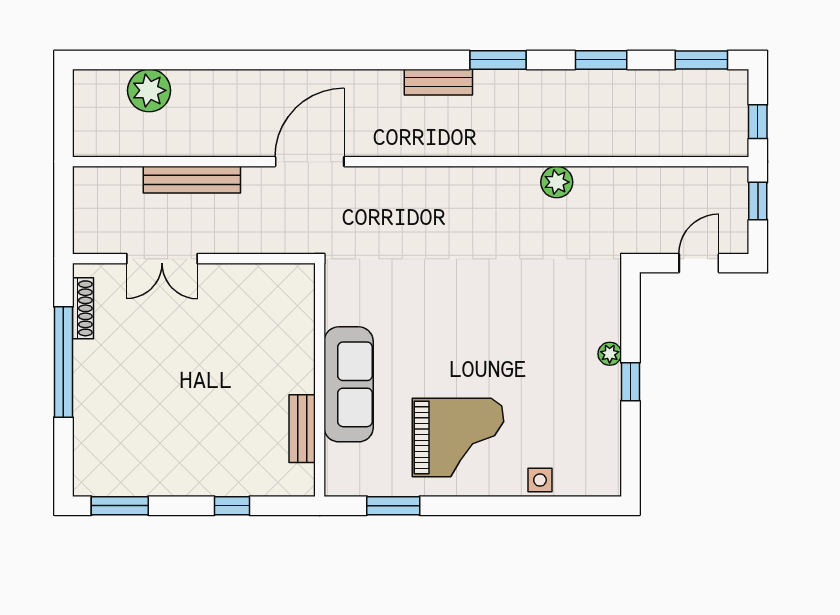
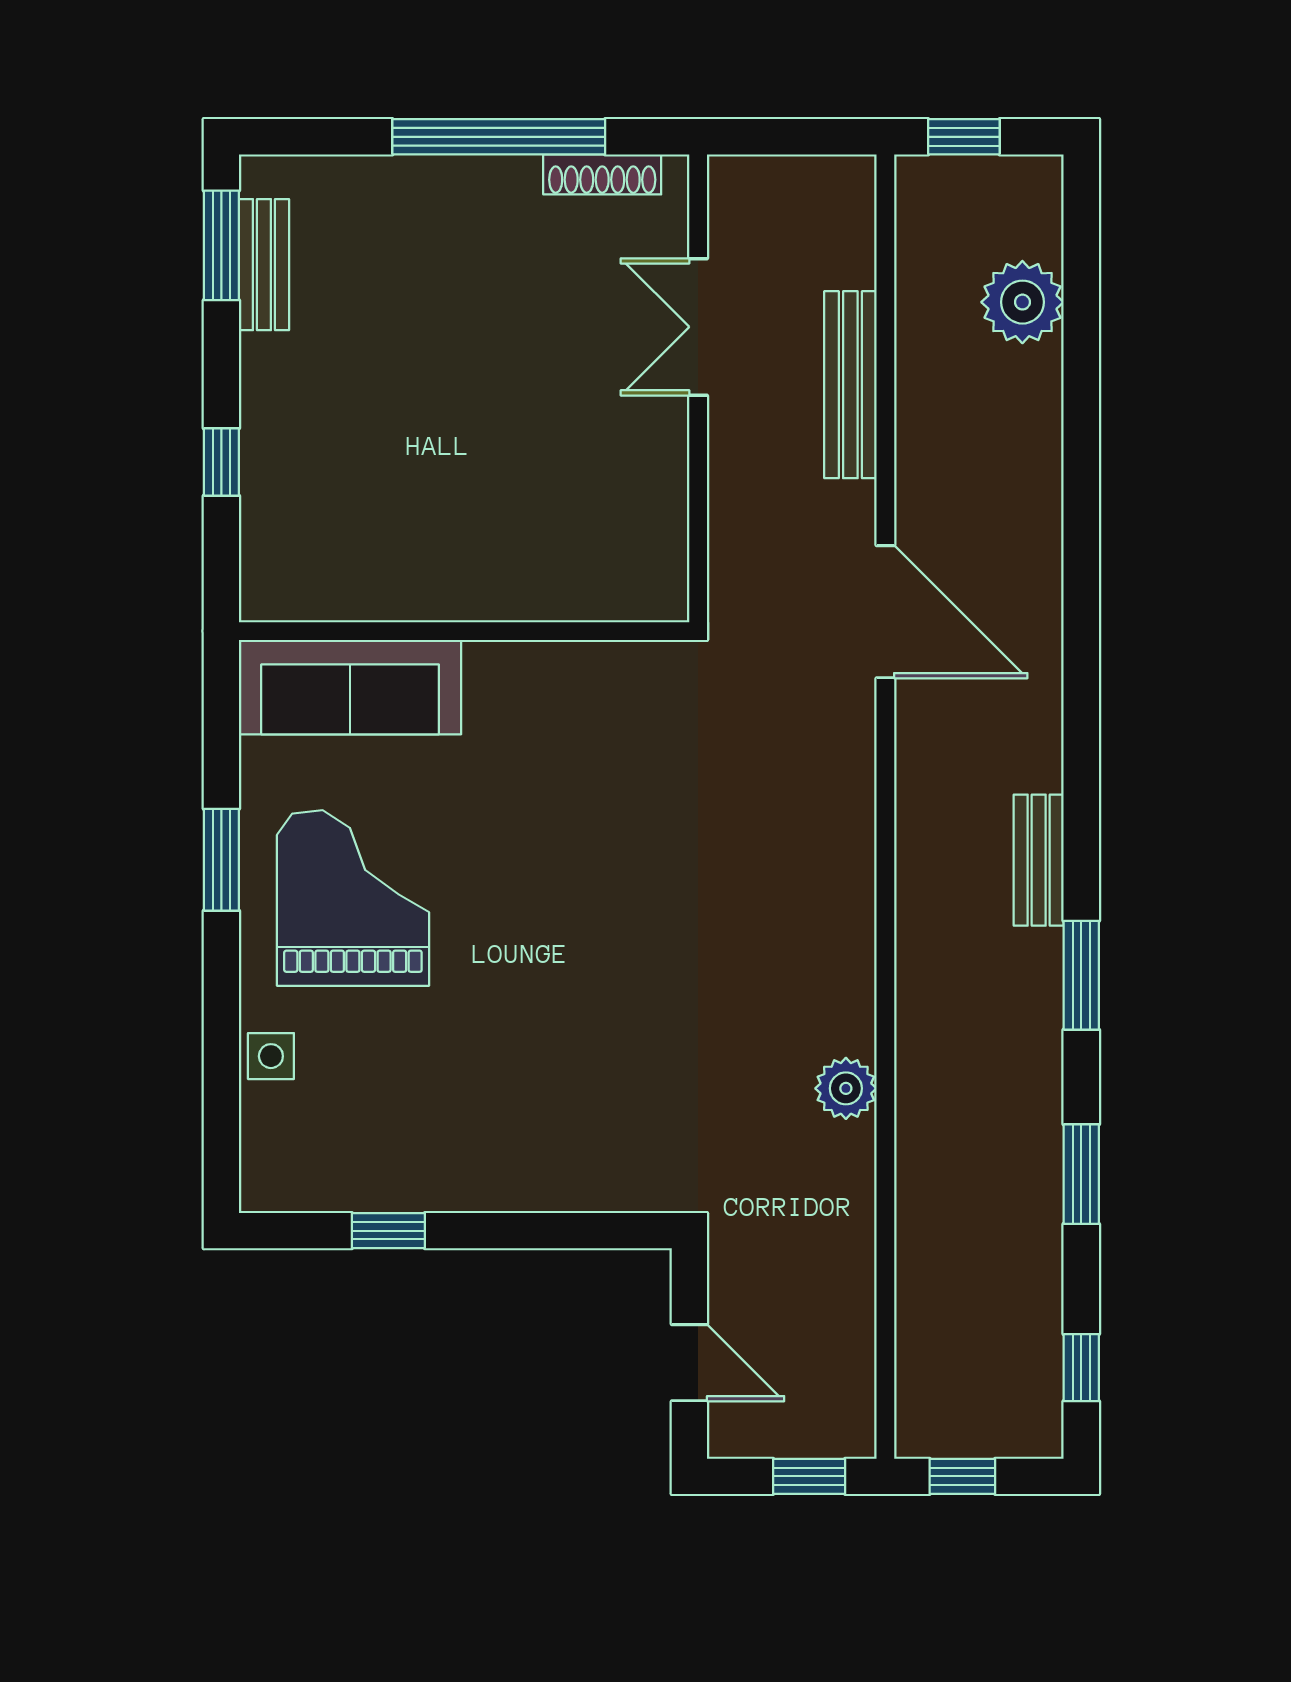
window: (701, 60) -> (1081, 1368), width x0.67
window: (63, 121) -> (964, 137), added
plant: (610, 354) -> (514, 1191), removed
window: (630, 382) -> (388, 1231), moved
sofa: (349, 384) -> (350, 687), moved
bench: (302, 429) -> (264, 265), moved, turned 90
grand piano: (458, 438) -> (353, 898), turned 180
window: (393, 506) -> (221, 860), moved

